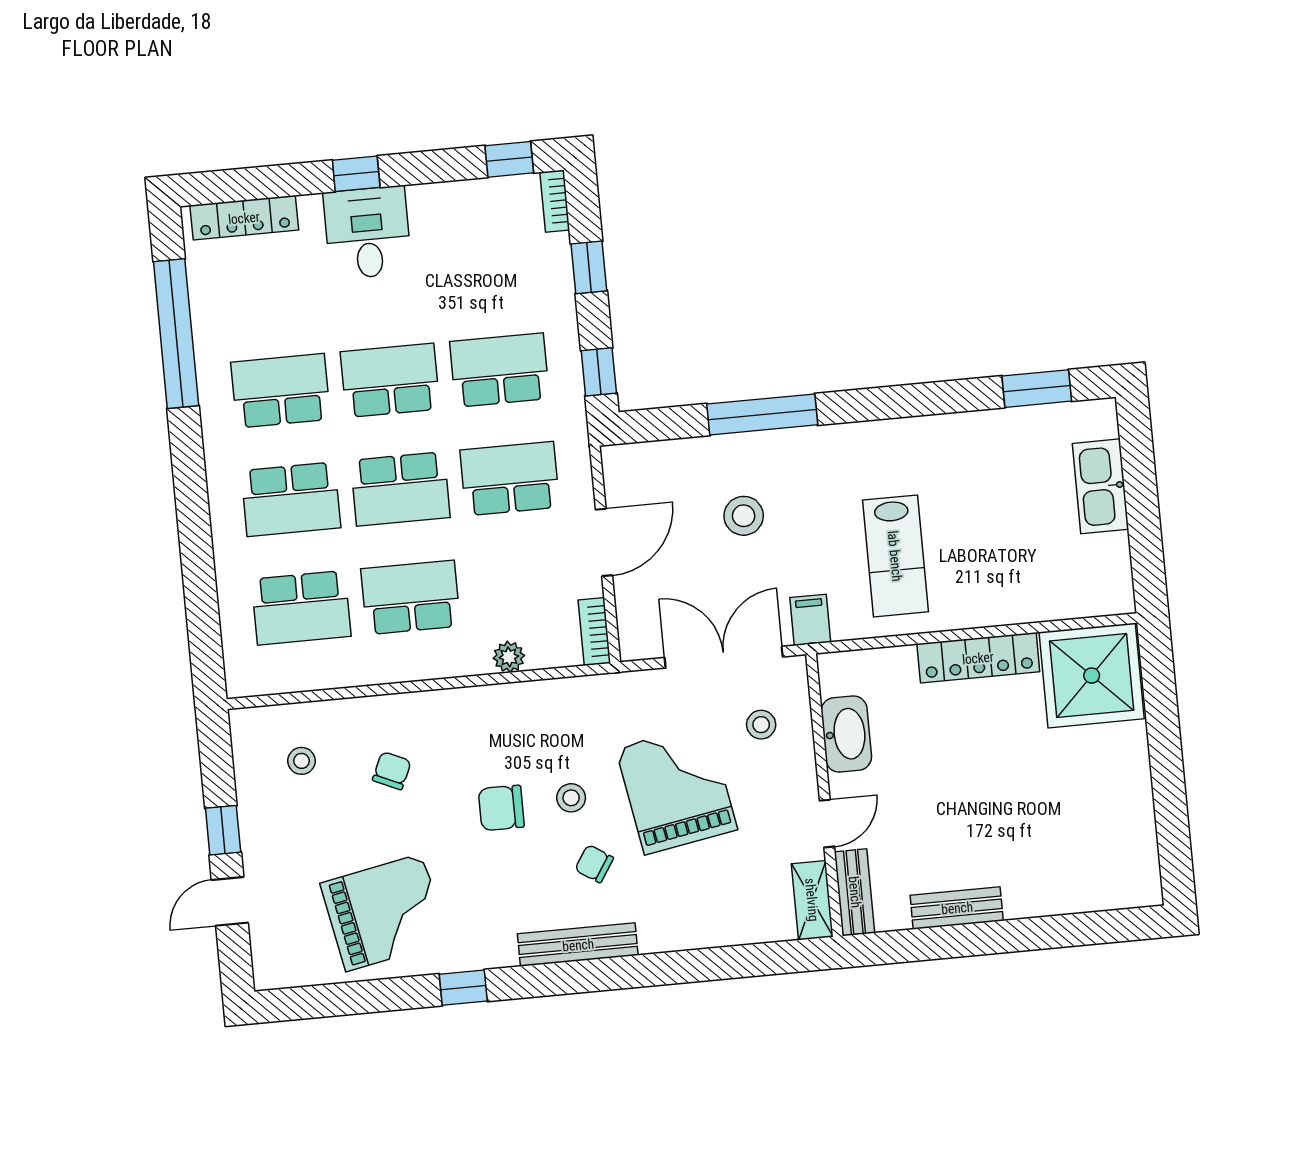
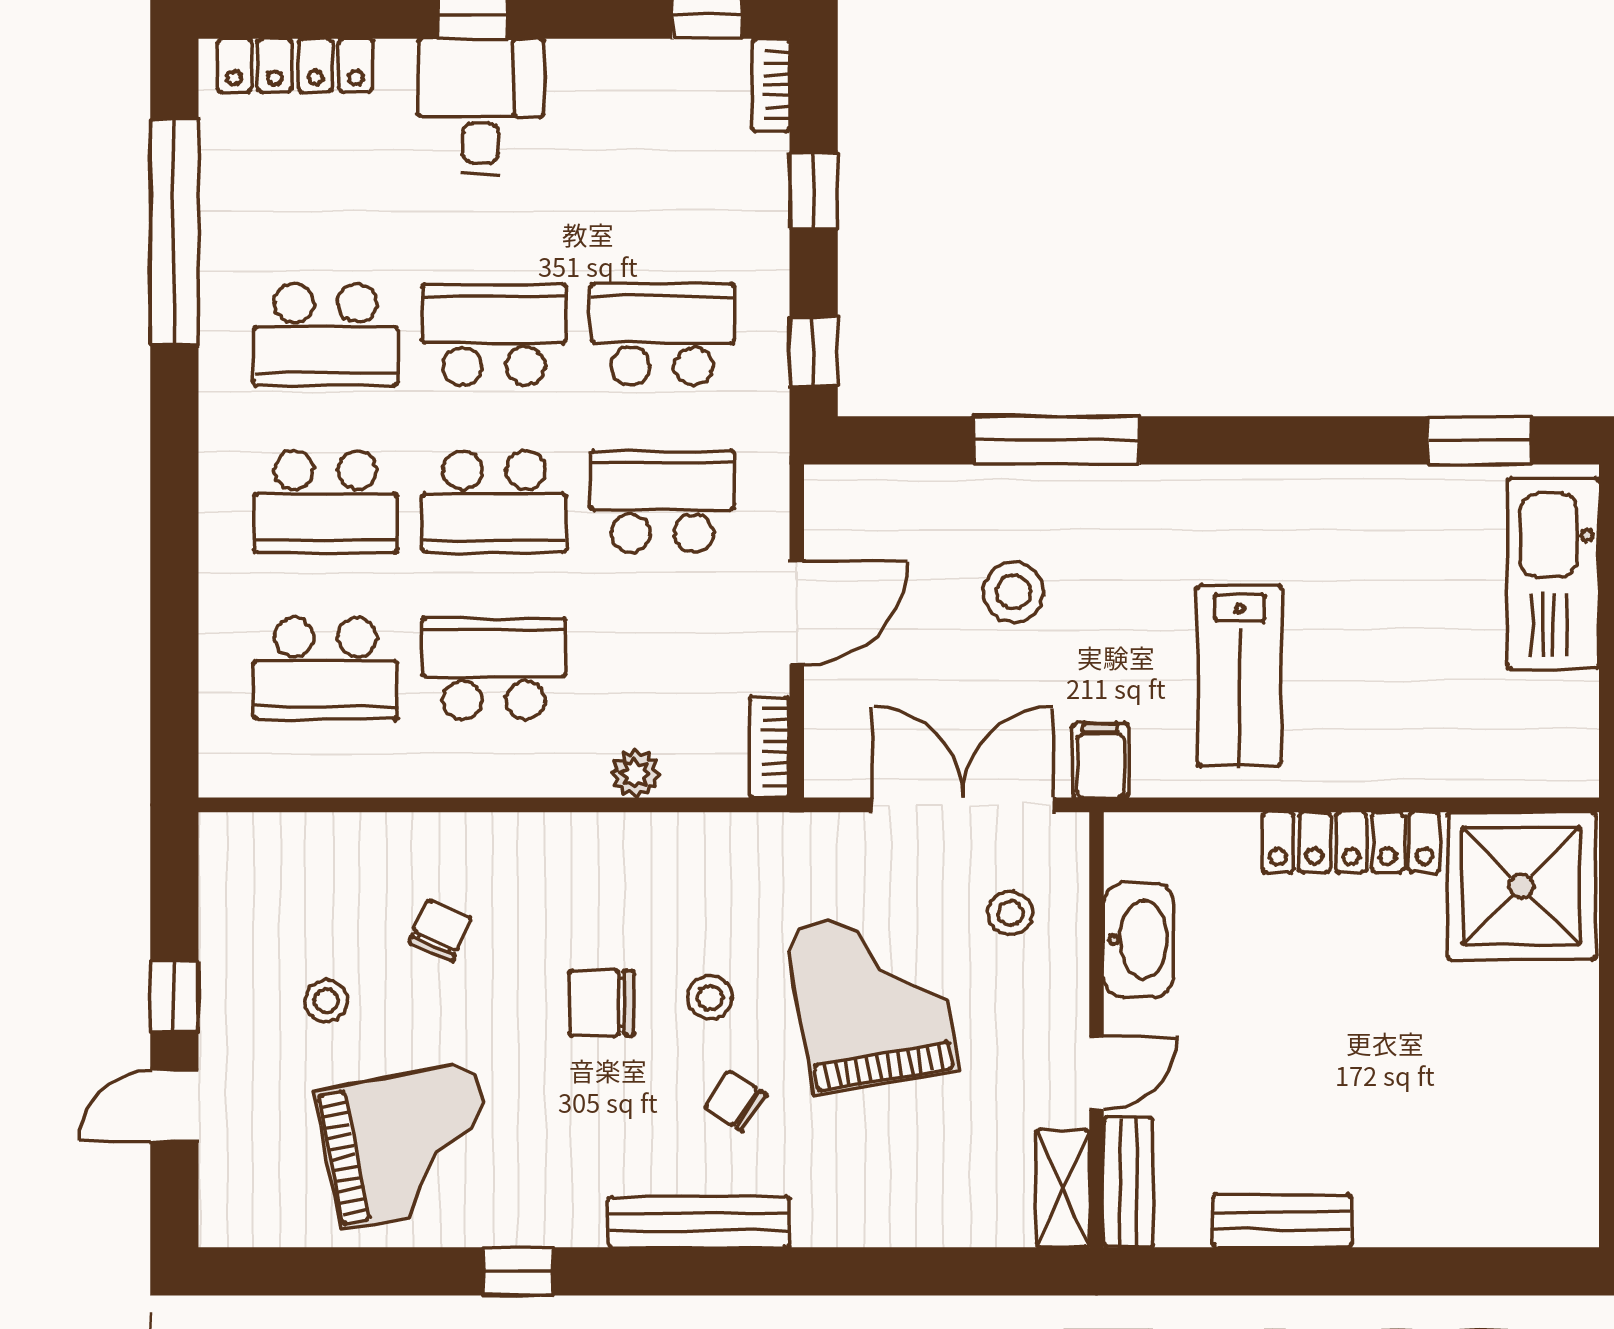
school desk: (281, 391) -> (326, 335), turned 180
kitchen sink: (1100, 486) -> (1553, 573), width x1.36, depth x1.24
stool: (302, 761) -> (326, 1001), moved

